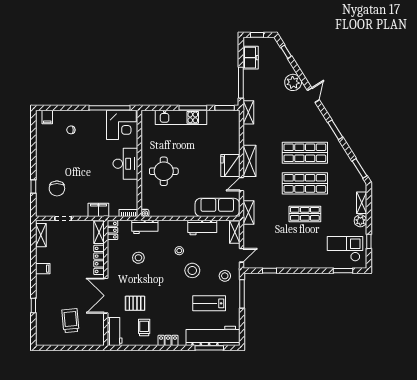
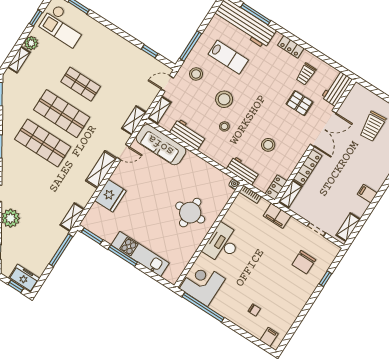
freezer: (251, 58) -> (24, 278), moved, turned 90
fridge: (230, 165) -> (110, 196), moved
chair: (57, 188) -> (304, 262), turned 180

